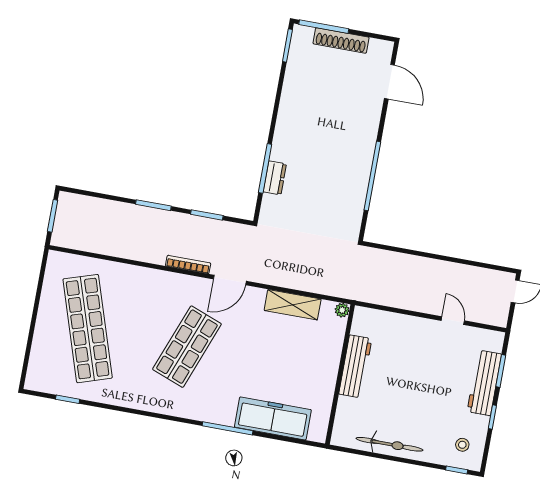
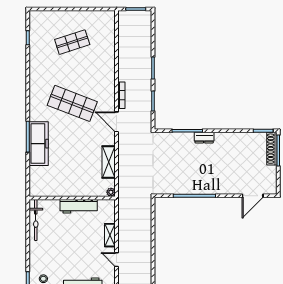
shoe rack: (341, 40) -> (272, 149), moved
dresser: (275, 178) -> (204, 138), moved
door: (453, 321) -> (117, 260), swing flipped
shelving: (411, 324) -> (110, 235), added
shop shelf: (88, 329) -> (72, 42), width x0.50, depth x0.74
freezer: (273, 418) -> (39, 144), moved
bicycle: (390, 444) -> (36, 220), moved

